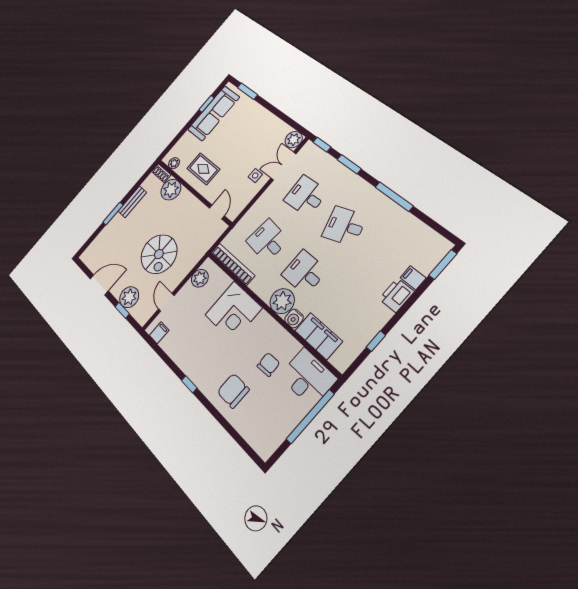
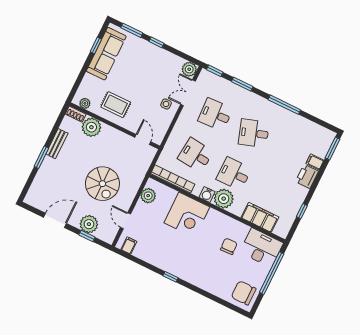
window: (269, 106) -> (157, 42), added
water cooler: (294, 318) -> (207, 194), moved
chair: (233, 391) -> (244, 293), moved

